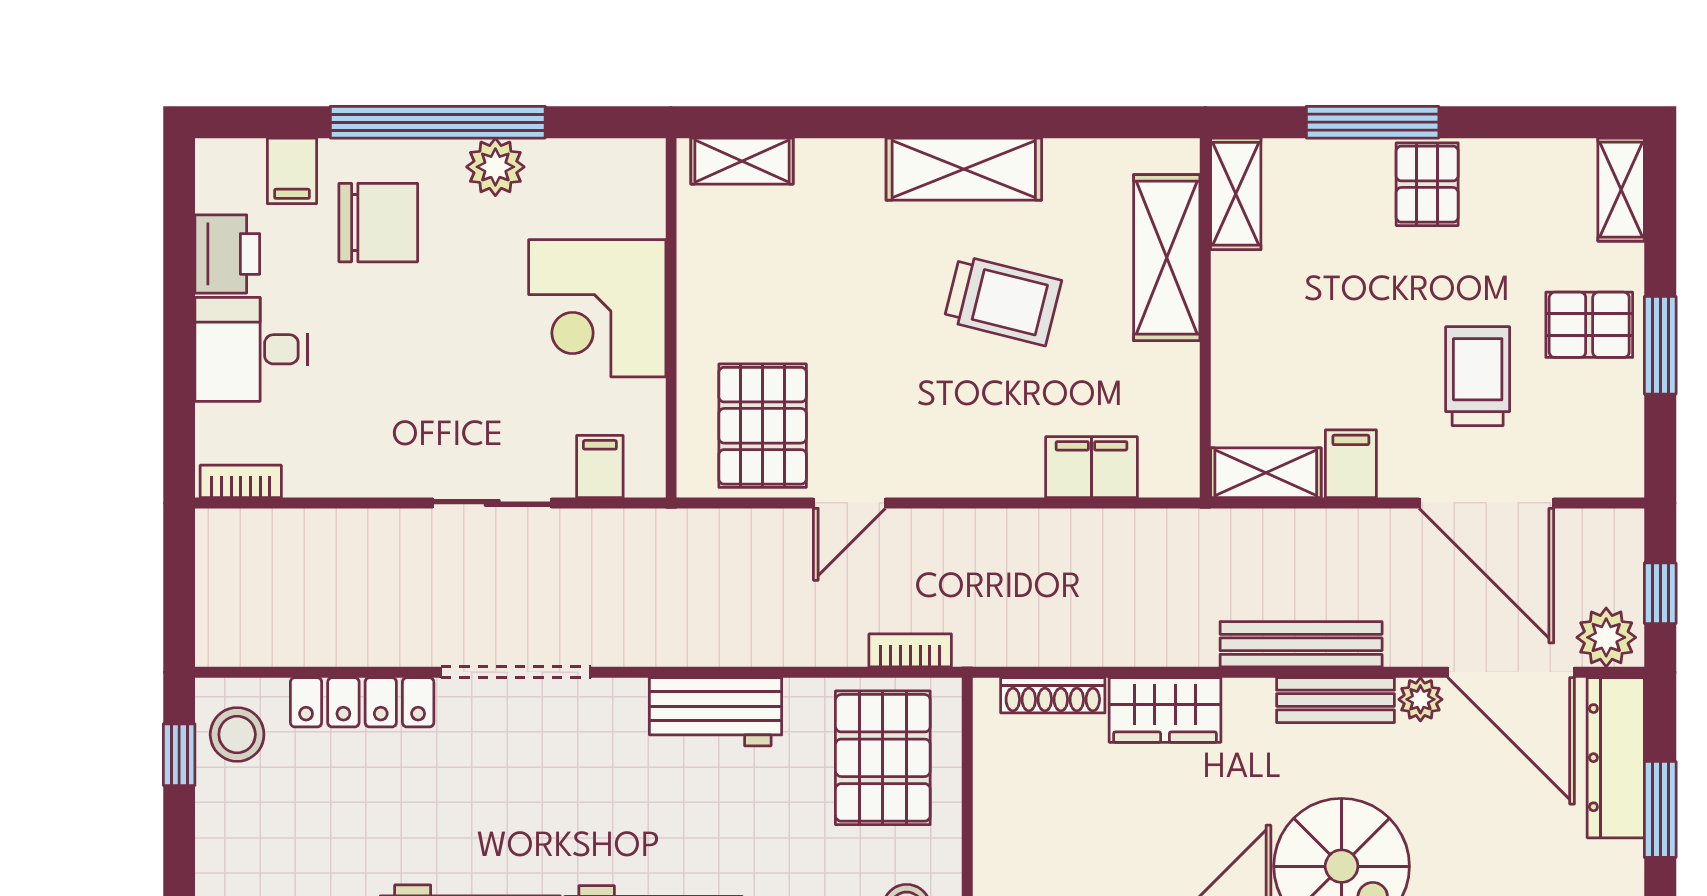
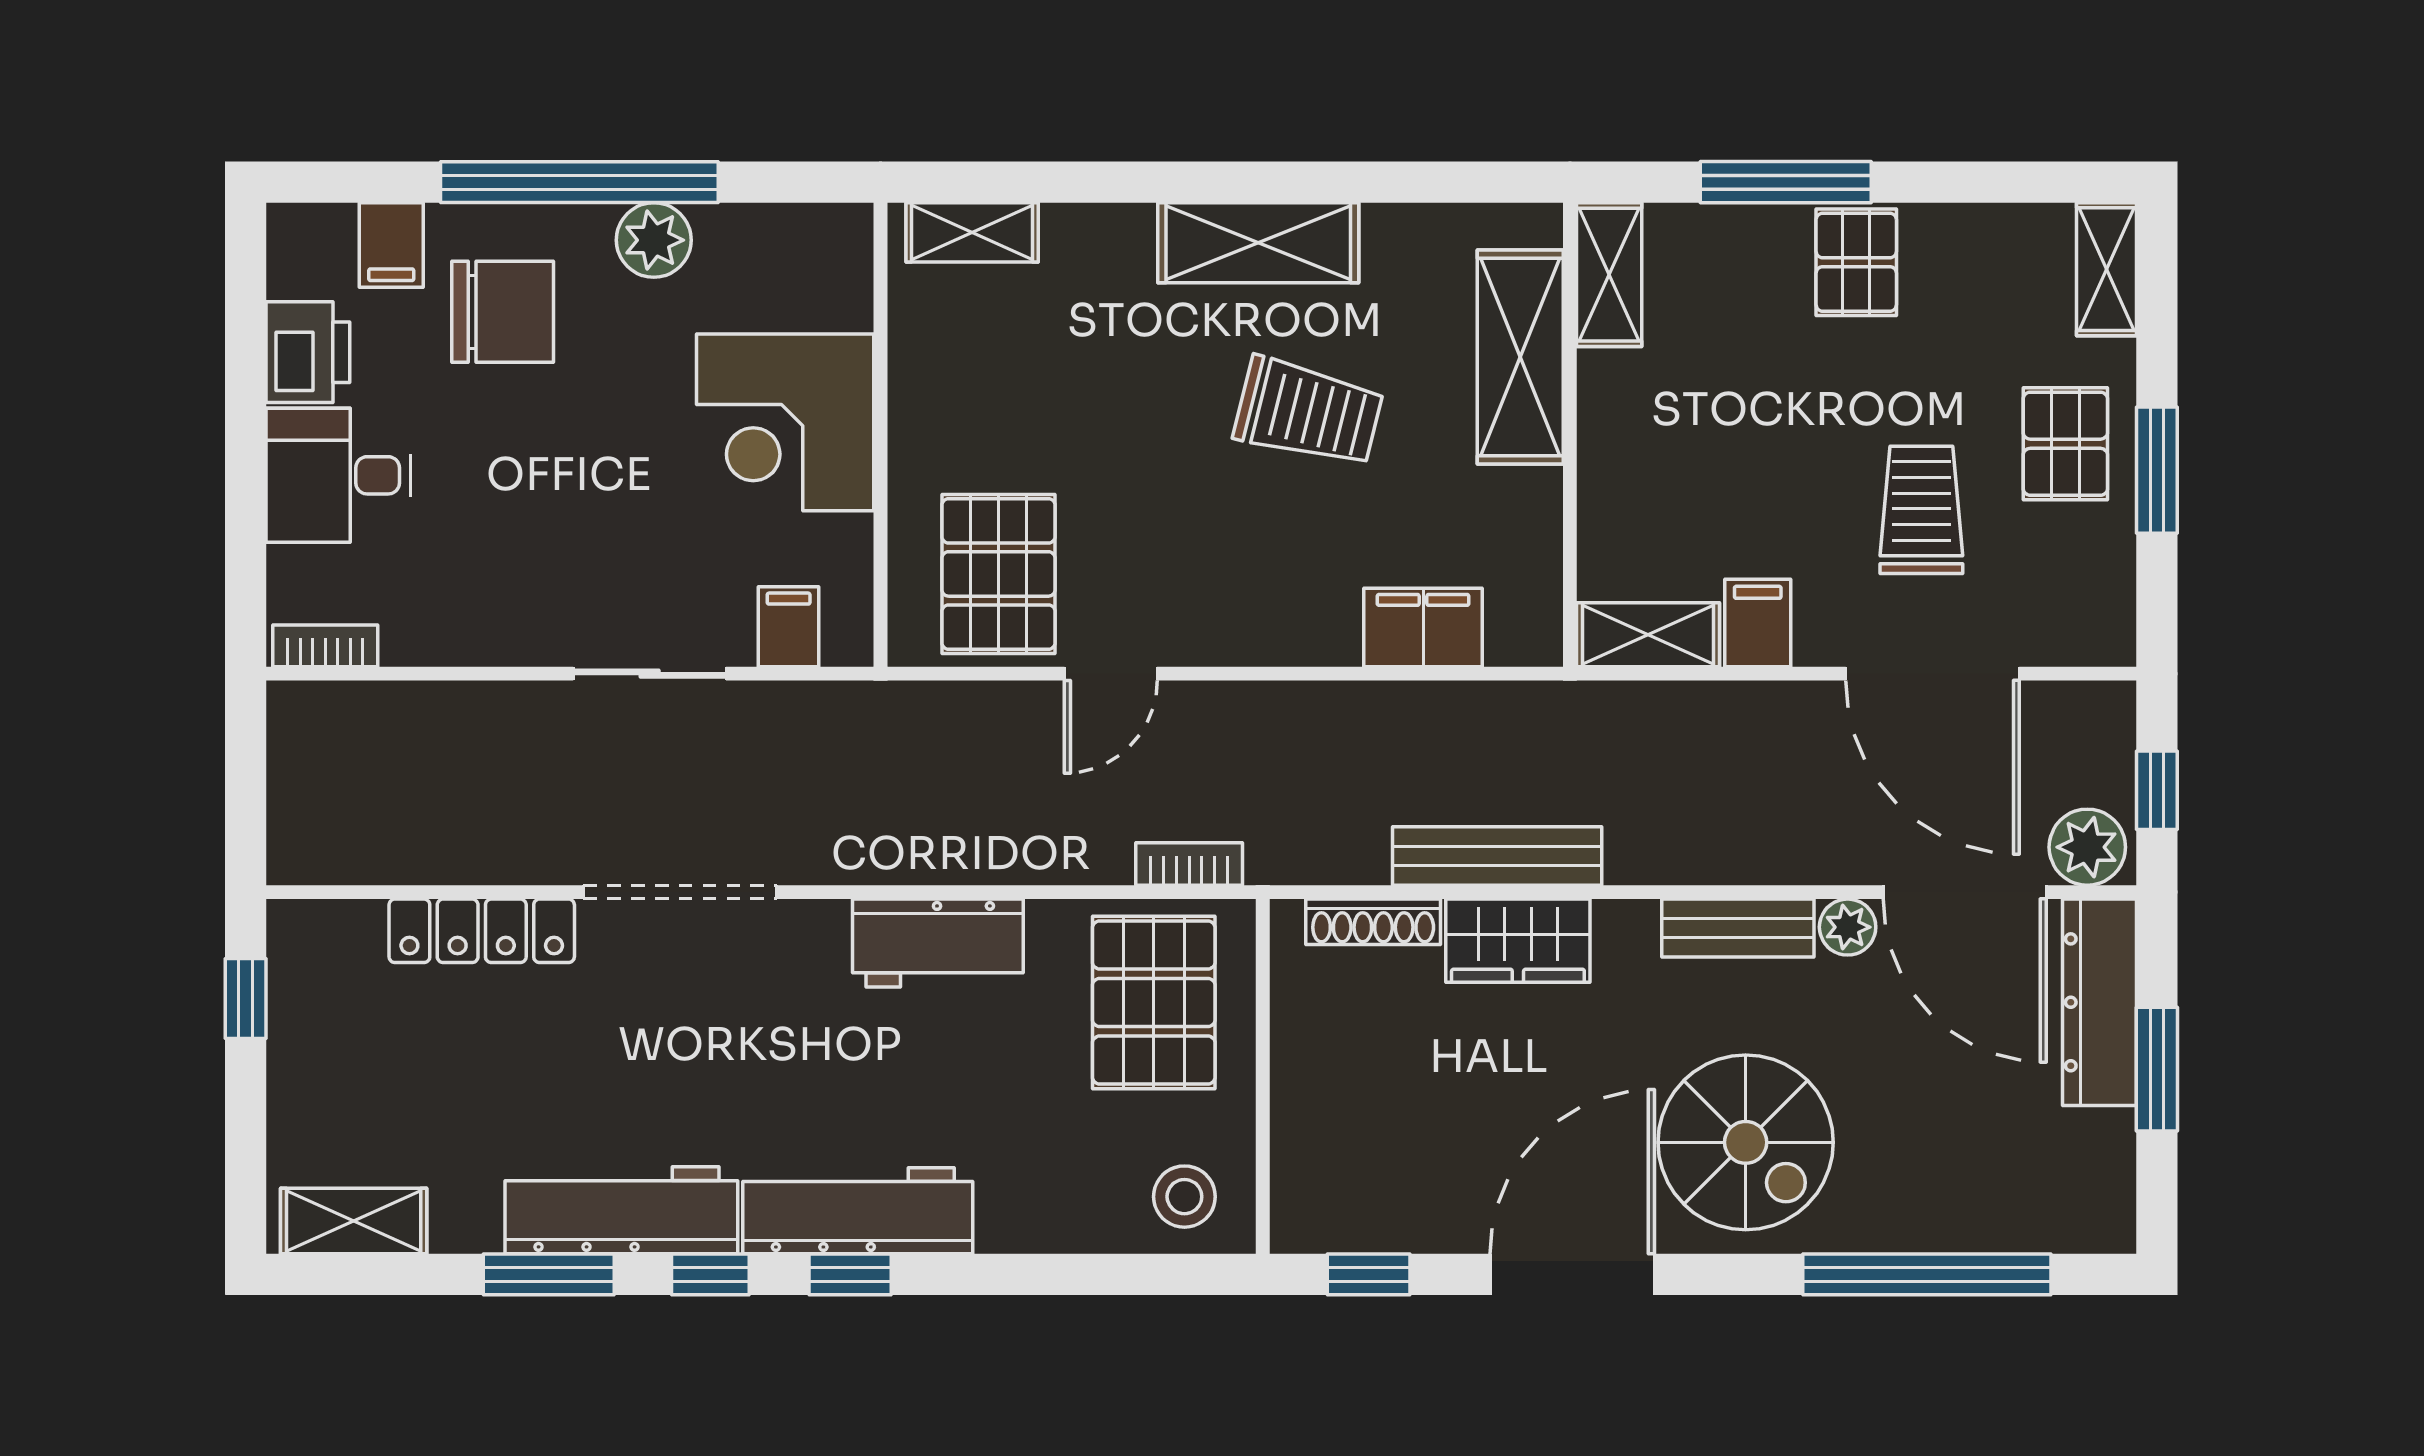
pallet: (1589, 325) -> (2065, 444), turned 90
bench: (1301, 644) -> (1497, 856), moved
stool: (237, 734) -> (320, 972), removed

